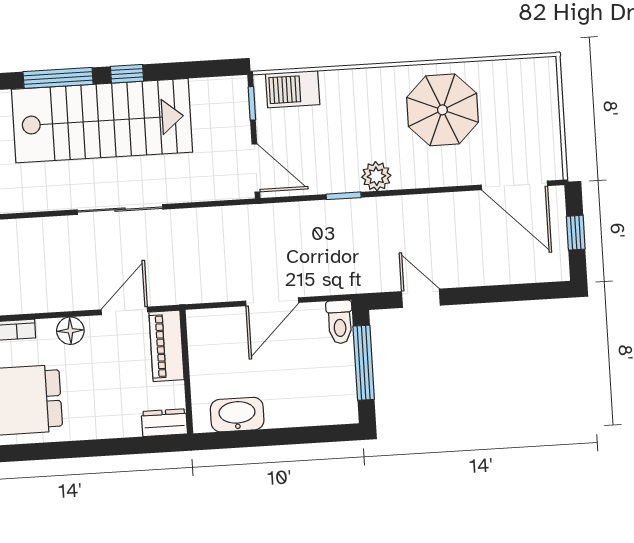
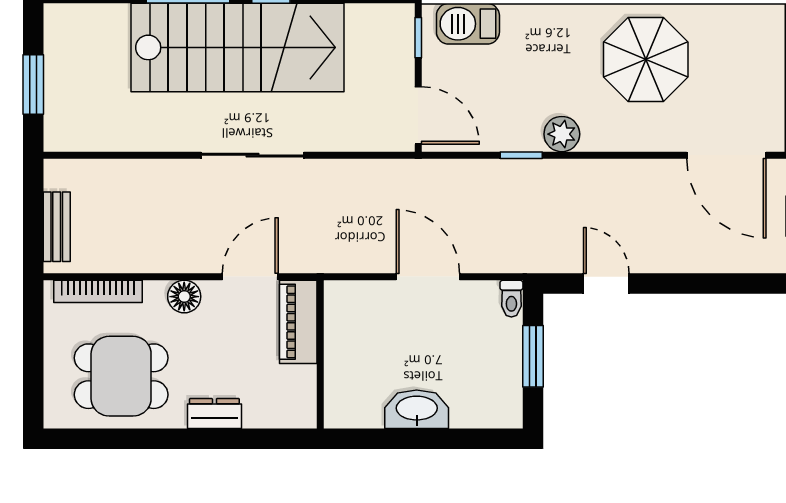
door: (272, 302) -> (428, 277), swing flipped
toilet: (340, 322) -> (511, 299), width x0.73, depth x0.72
window: (364, 363) -> (533, 356), width x0.69
washbasin: (237, 415) -> (417, 409), moved
dresser: (164, 423) -> (214, 414), moved

